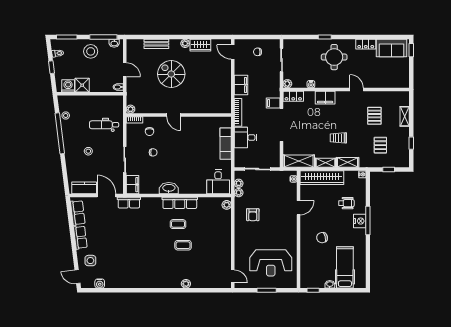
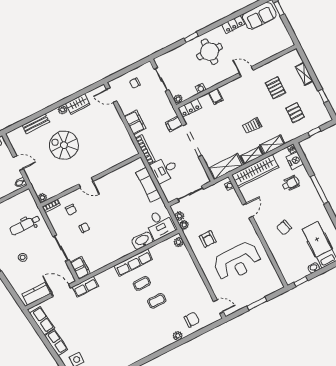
filing cabinet: (325, 98) -> (216, 96), width x0.50
washbasin: (169, 188) -> (142, 241), moved
nightstand: (360, 221) -> (295, 161), moved
reception desk: (271, 263) -> (237, 262), moved
chair: (205, 276) -> (192, 320), added

